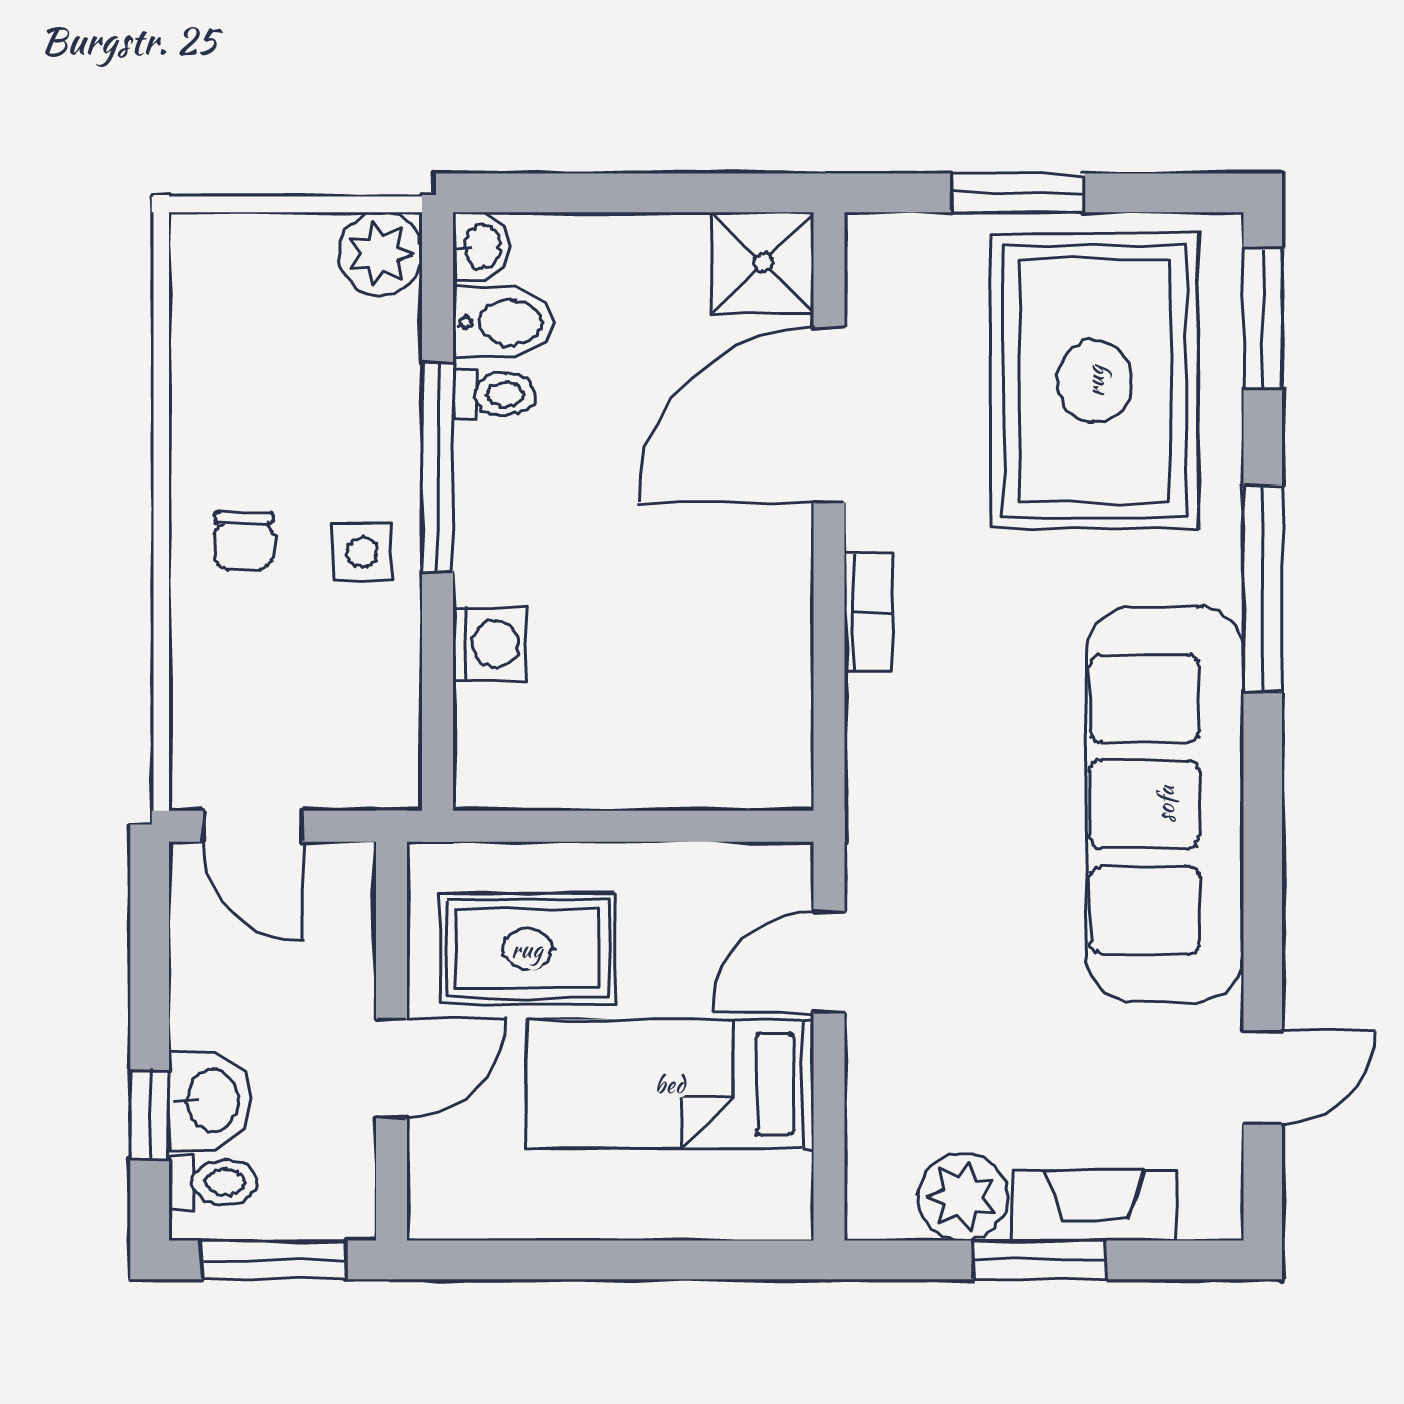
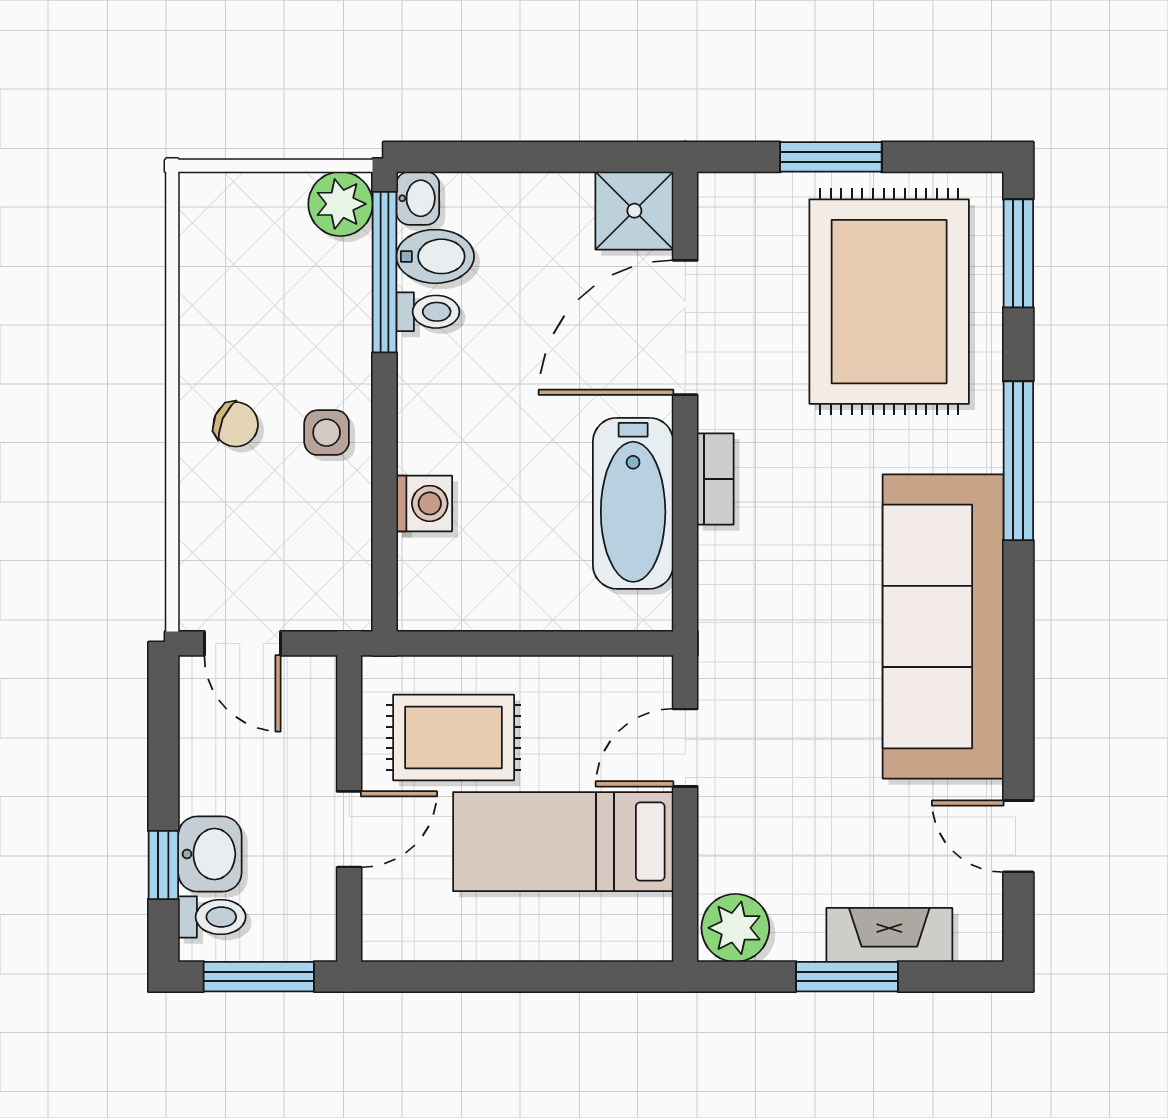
window: (438, 467) -> (384, 272), moved
chair: (244, 541) -> (236, 424), turned -66
bathtub: (761, 644) -> (633, 503), added
door: (1263, 1077) -> (1018, 836), swing flipped
plant: (962, 1196) -> (735, 928), moved

